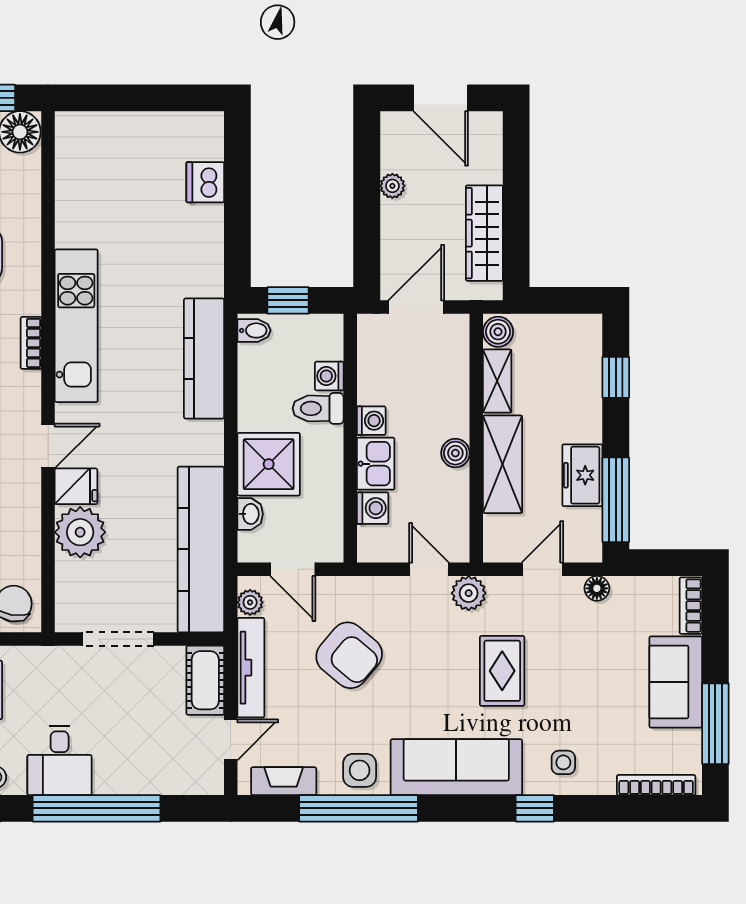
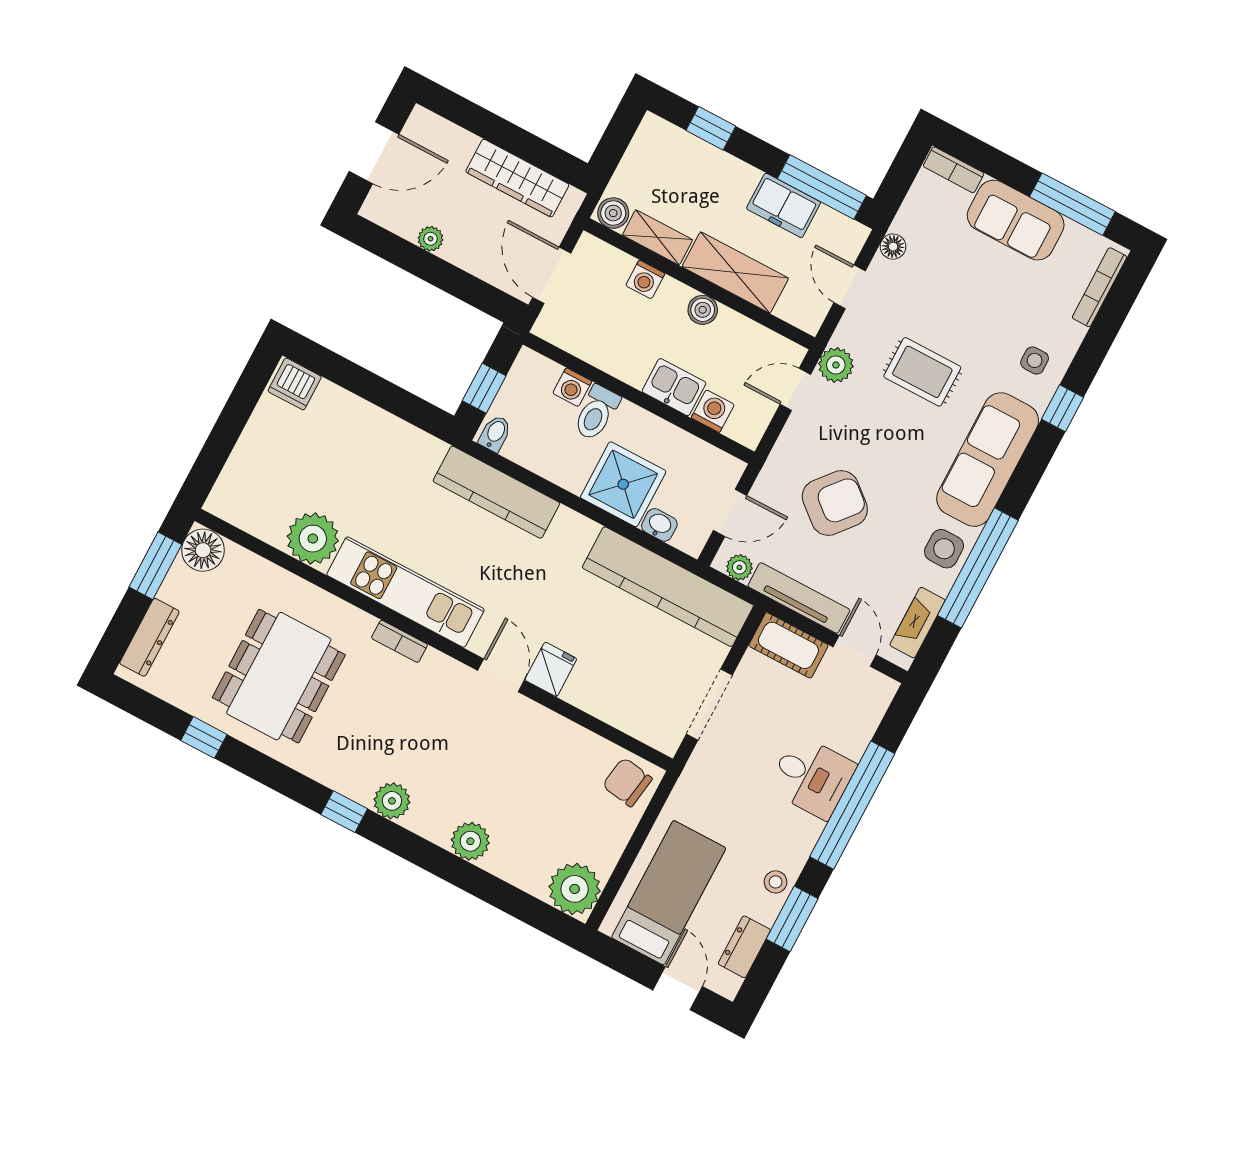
dishwasher: (205, 182) -> (295, 384), moved
washing machine: (371, 421) -> (645, 280), moved, turned 180
plant: (80, 532) -> (313, 539), moved
desk: (60, 760) -> (812, 777), moved

